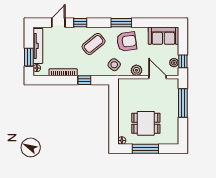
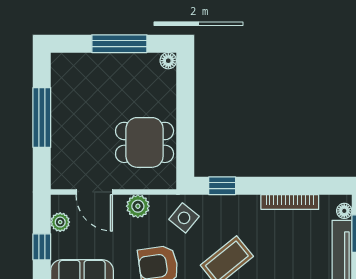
window: (183, 61) -> (42, 247), moved
window: (84, 80) -> (222, 186), moved
window: (183, 103) -> (42, 118), moved
dining table: (146, 123) -> (145, 142), moved

